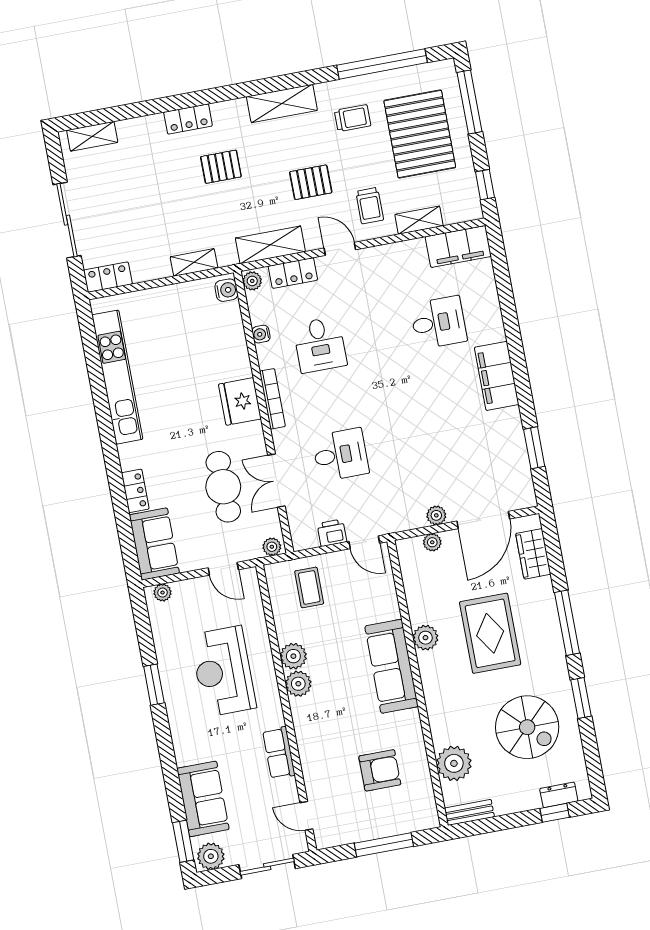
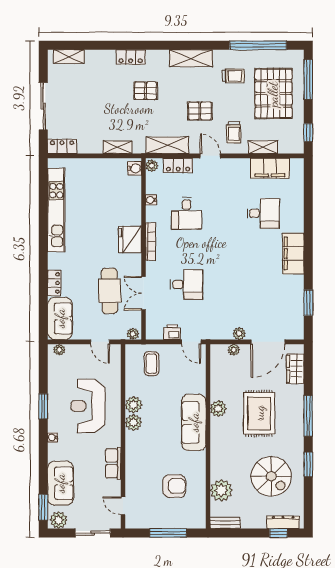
filing cabinet: (458, 246) -> (270, 168), moved
water cooler: (177, 730) -> (53, 437), added
dresser: (559, 795) -> (283, 522), width x1.44

